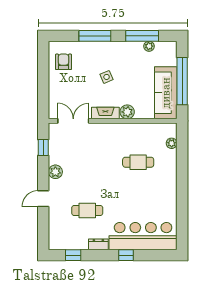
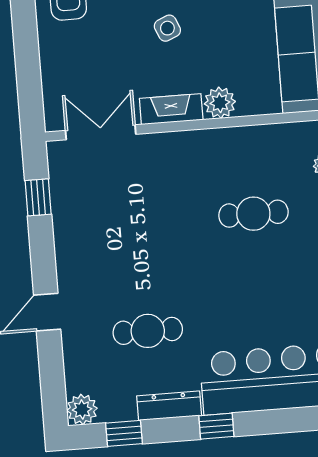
plant: (55, 172) -> (82, 409), moved
dresser: (98, 244) -> (169, 406), width x1.44
window: (126, 255) -> (216, 426), moved

